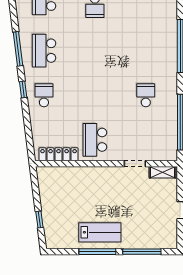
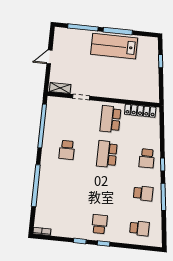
school desk: (44, 51) -> (143, 193), width x0.54
school desk: (95, 95) -> (107, 154), added
school desk: (95, 140) -> (111, 119), turned 180
lab bench: (100, 232) -> (114, 46), width x1.36, depth x1.39

